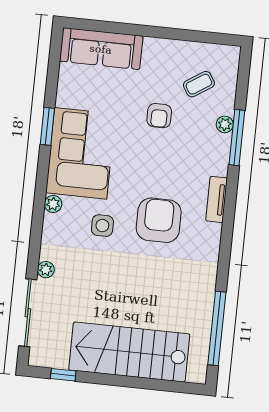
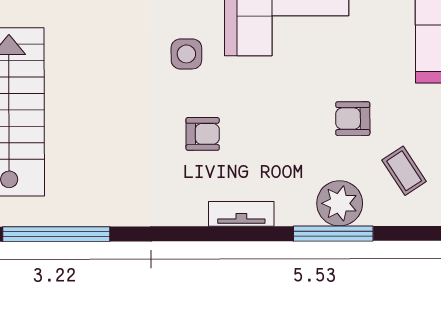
plant: (225, 124) -> (340, 203), width x1.87, depth x1.87
armchair: (159, 220) -> (203, 134), width x0.53, depth x0.53

